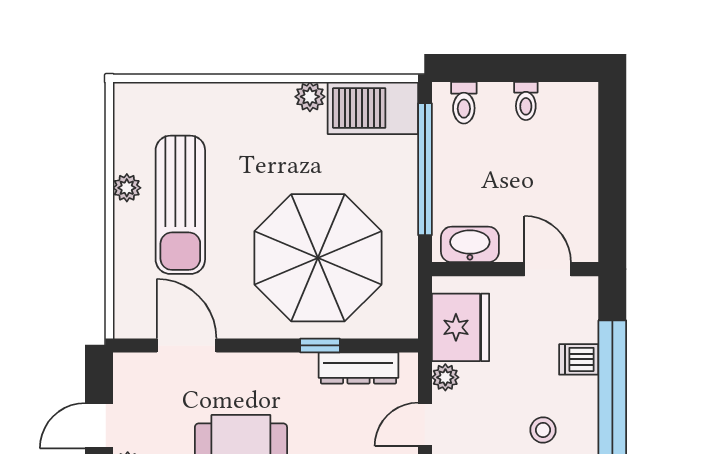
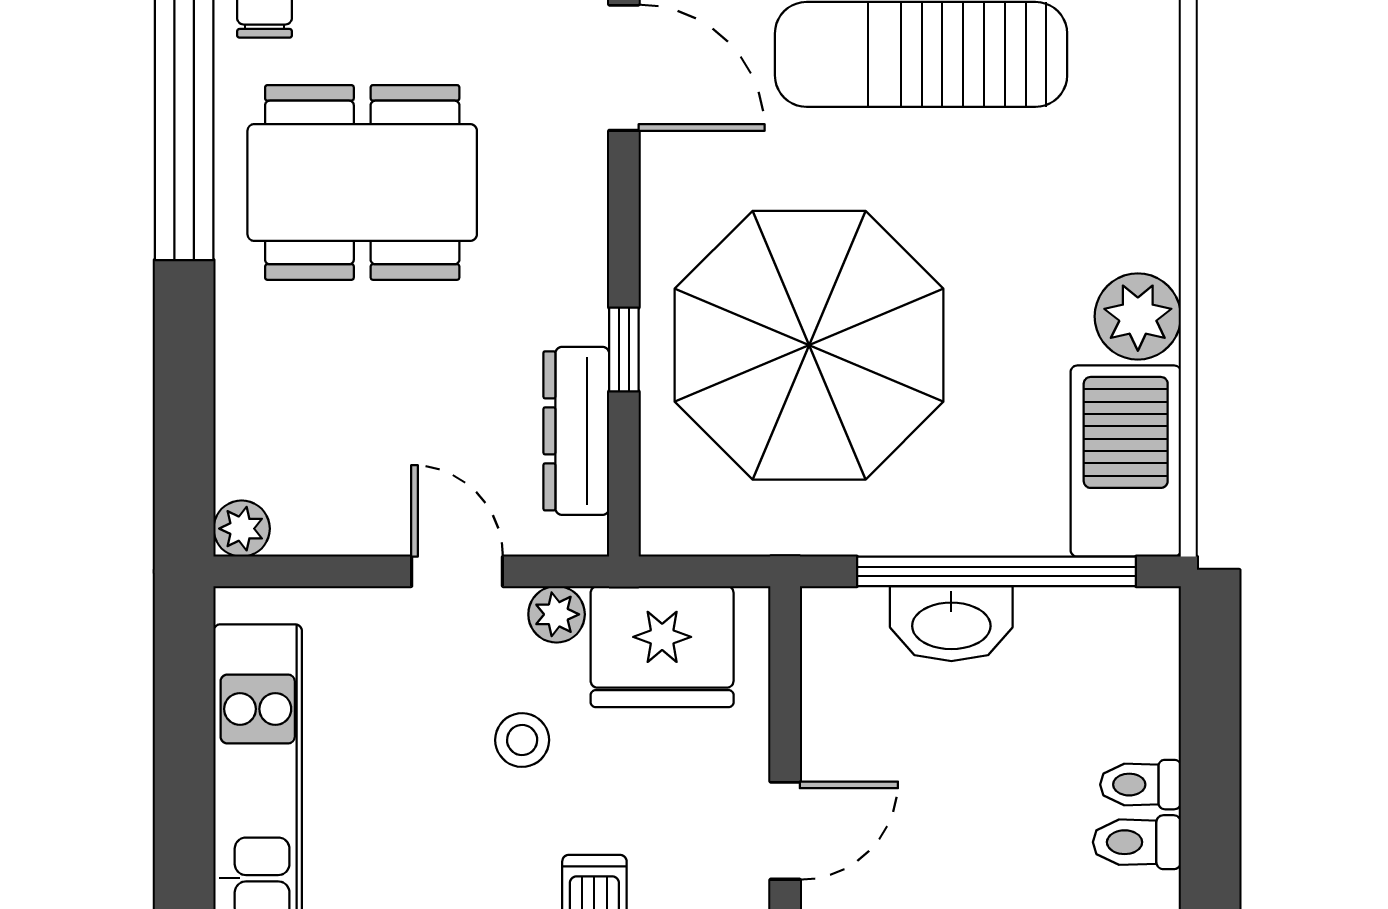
plant: (310, 97) -> (1138, 316), width x1.38, depth x1.38
toilet: (464, 103) -> (1137, 842), moved
washbasin: (470, 244) -> (951, 624), moved, turned 90
door: (187, 345) -> (624, 68), hinge flipped
stool: (543, 430) -> (522, 740), moved

